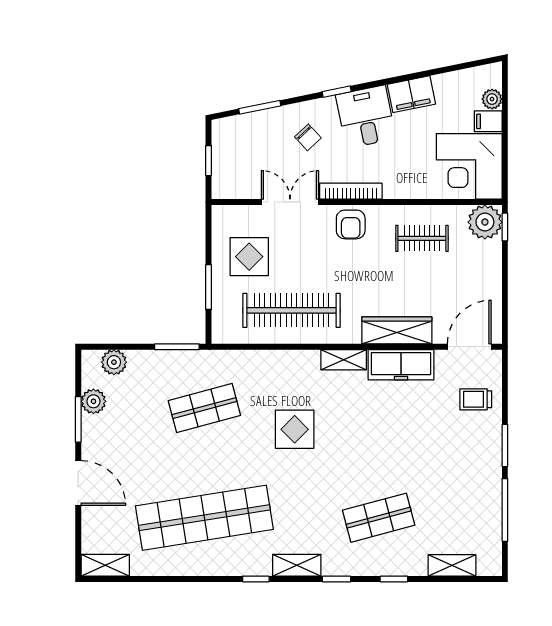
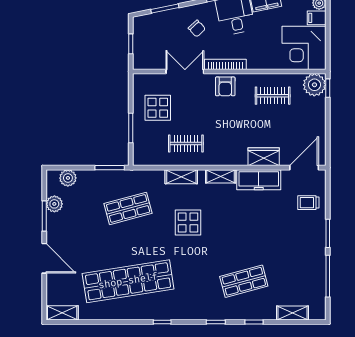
clothes rail: (291, 310) -> (186, 144), width x0.54, depth x0.76
wardrobe: (397, 330) -> (264, 157), width x0.67
shelving: (297, 565) -> (181, 177), moved

